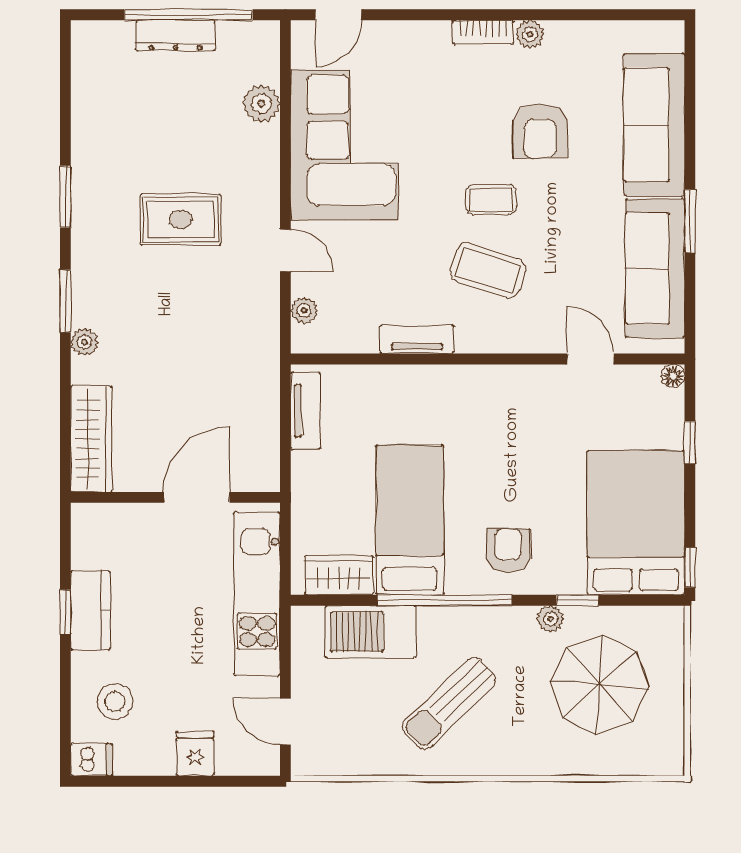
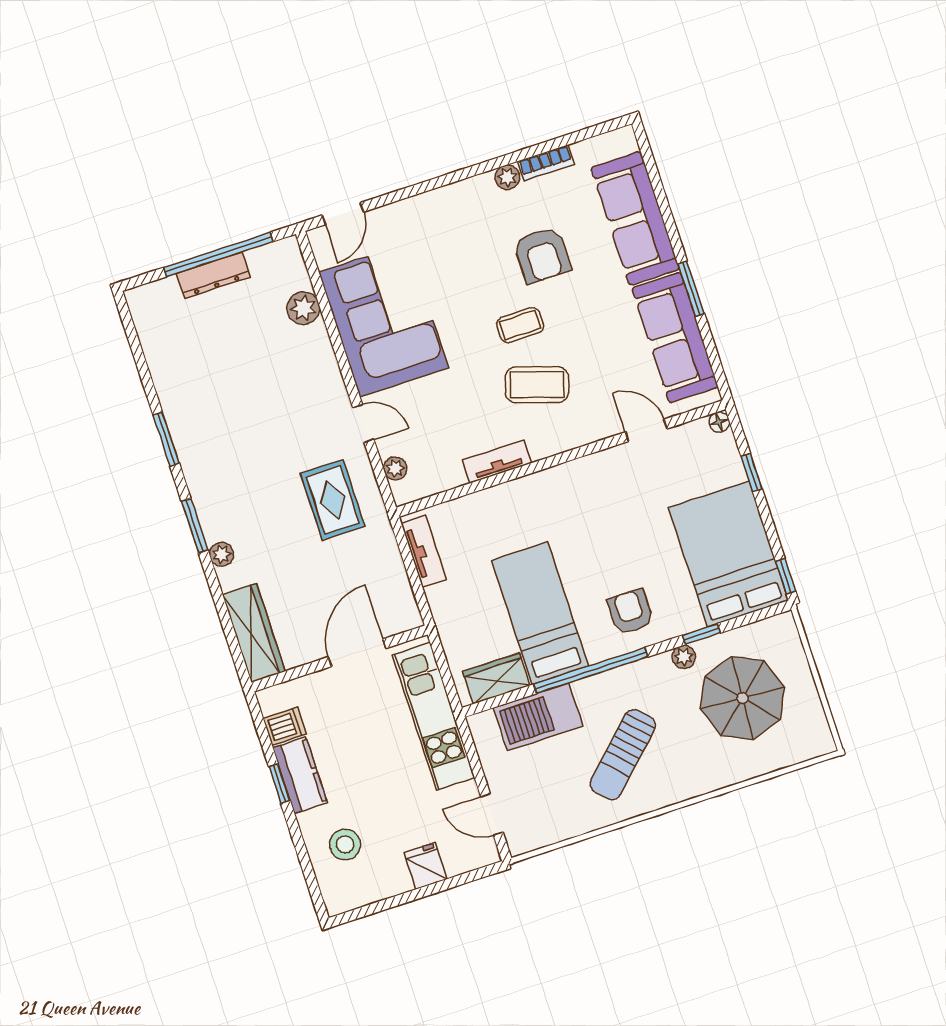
bookcase: (483, 32) -> (546, 163), moved
rug: (181, 219) -> (333, 500), moved, turned 90
dishwasher: (92, 760) -> (285, 726), moved

